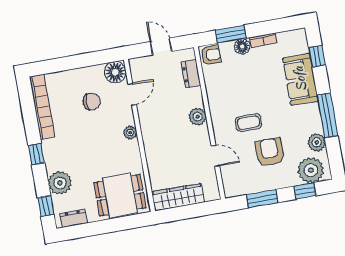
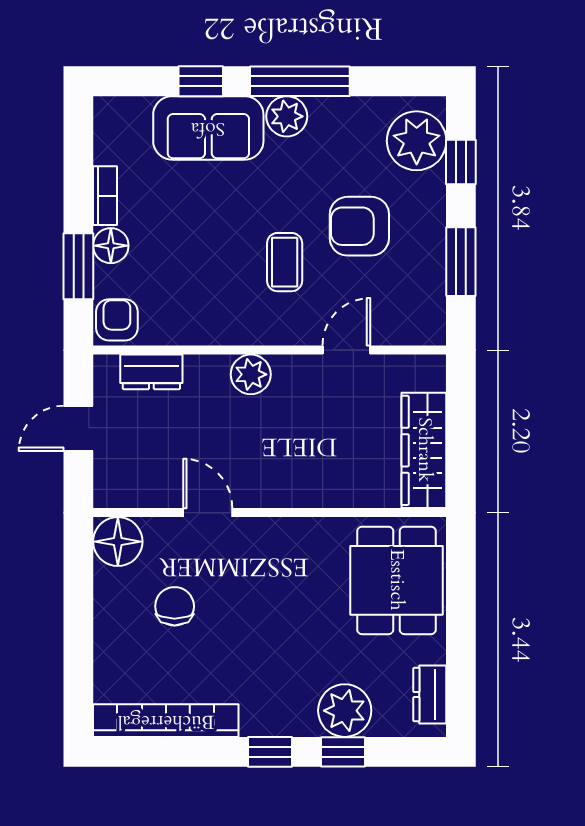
window: (317, 56) -> (201, 81), moved
door: (132, 94) -> (208, 513), moved
plant: (130, 133) -> (260, 532), removed
plant: (317, 142) -> (287, 116), moved
window: (46, 206) -> (343, 752), moved

